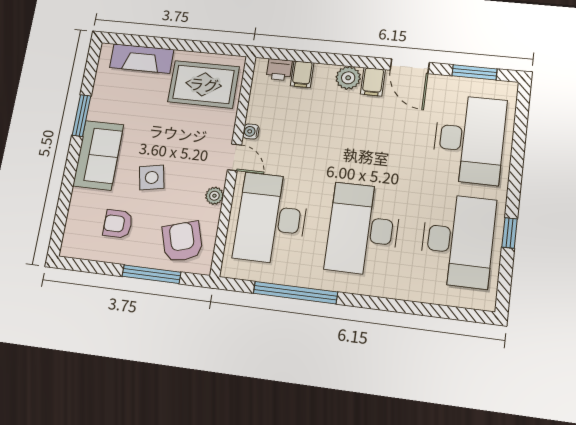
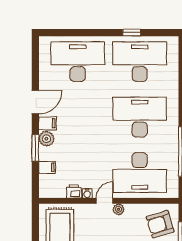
printer: (279, 70) -> (74, 191), moved, turned -90
window: (475, 72) -> (35, 148), moved
plant: (214, 196) -> (119, 209), moved
desk: (363, 229) -> (140, 117), turned 180

